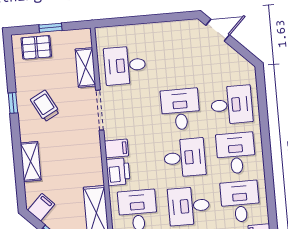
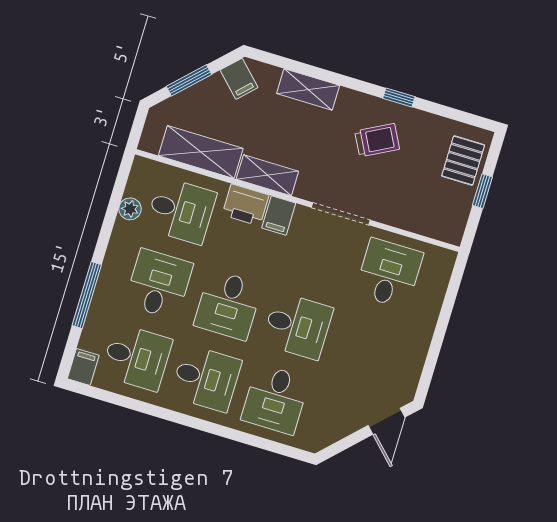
shelving: (86, 68) -> (267, 175), moved

